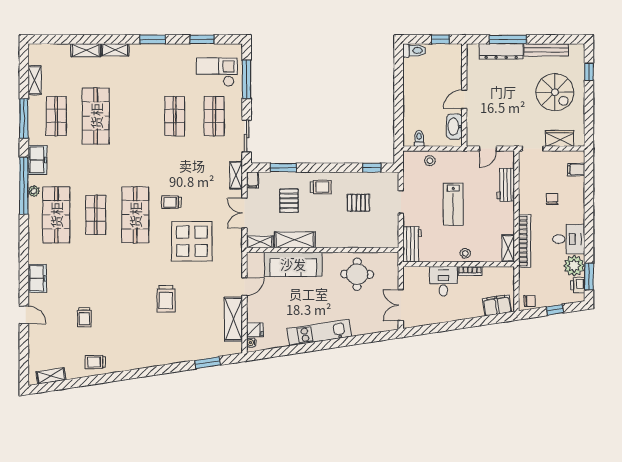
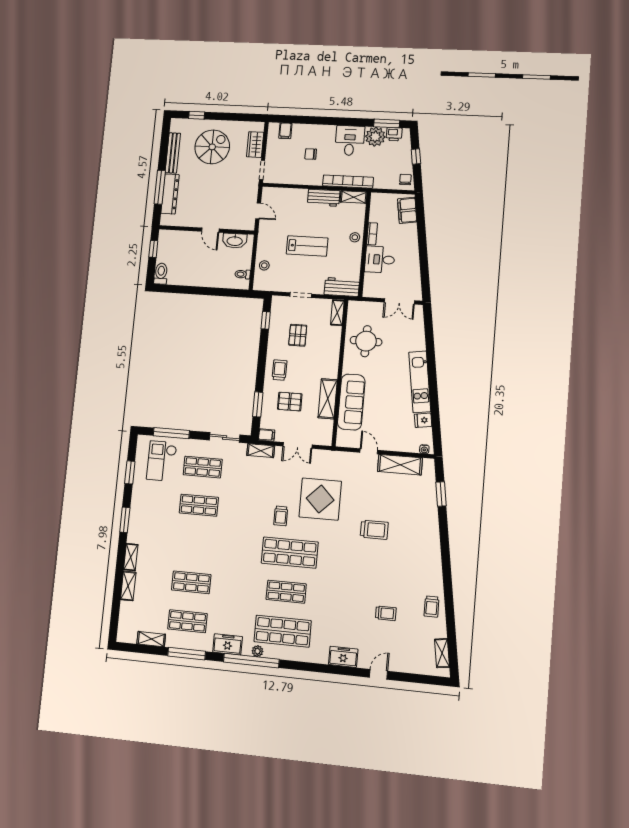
shop shelf: (96, 116) -> (191, 582), width x0.70, depth x0.74
workbench: (506, 185) -> (324, 198), moved
shelving: (260, 242) -> (337, 313), moved
fridge: (255, 330) -> (423, 420), moved, turned -99

